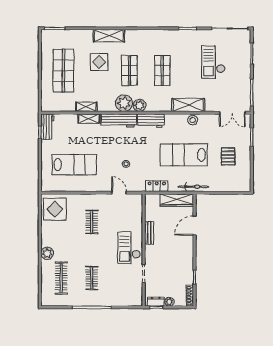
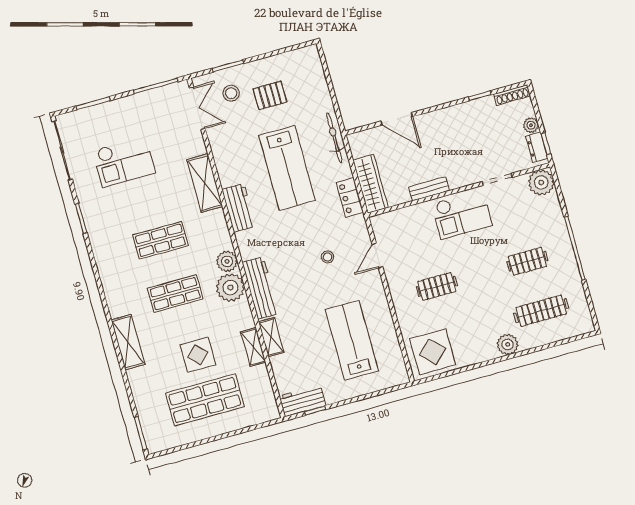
display table: (99, 62) -> (198, 355), moved
stool: (193, 120) -> (231, 93), moved
workbench: (151, 121) -> (239, 208), moved
wardrobe: (177, 200) -> (370, 184), moved
plant: (135, 299) -> (541, 182), added

